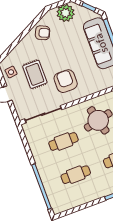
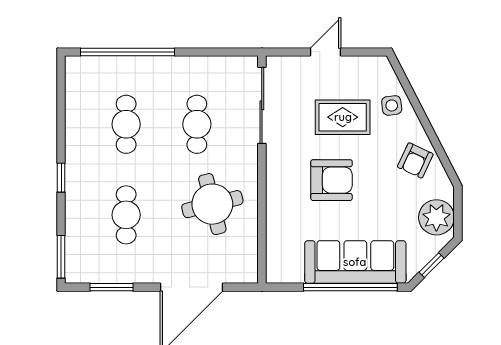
side table: (11, 72) -> (392, 105), moved
armchair: (66, 81) -> (332, 180), moved

